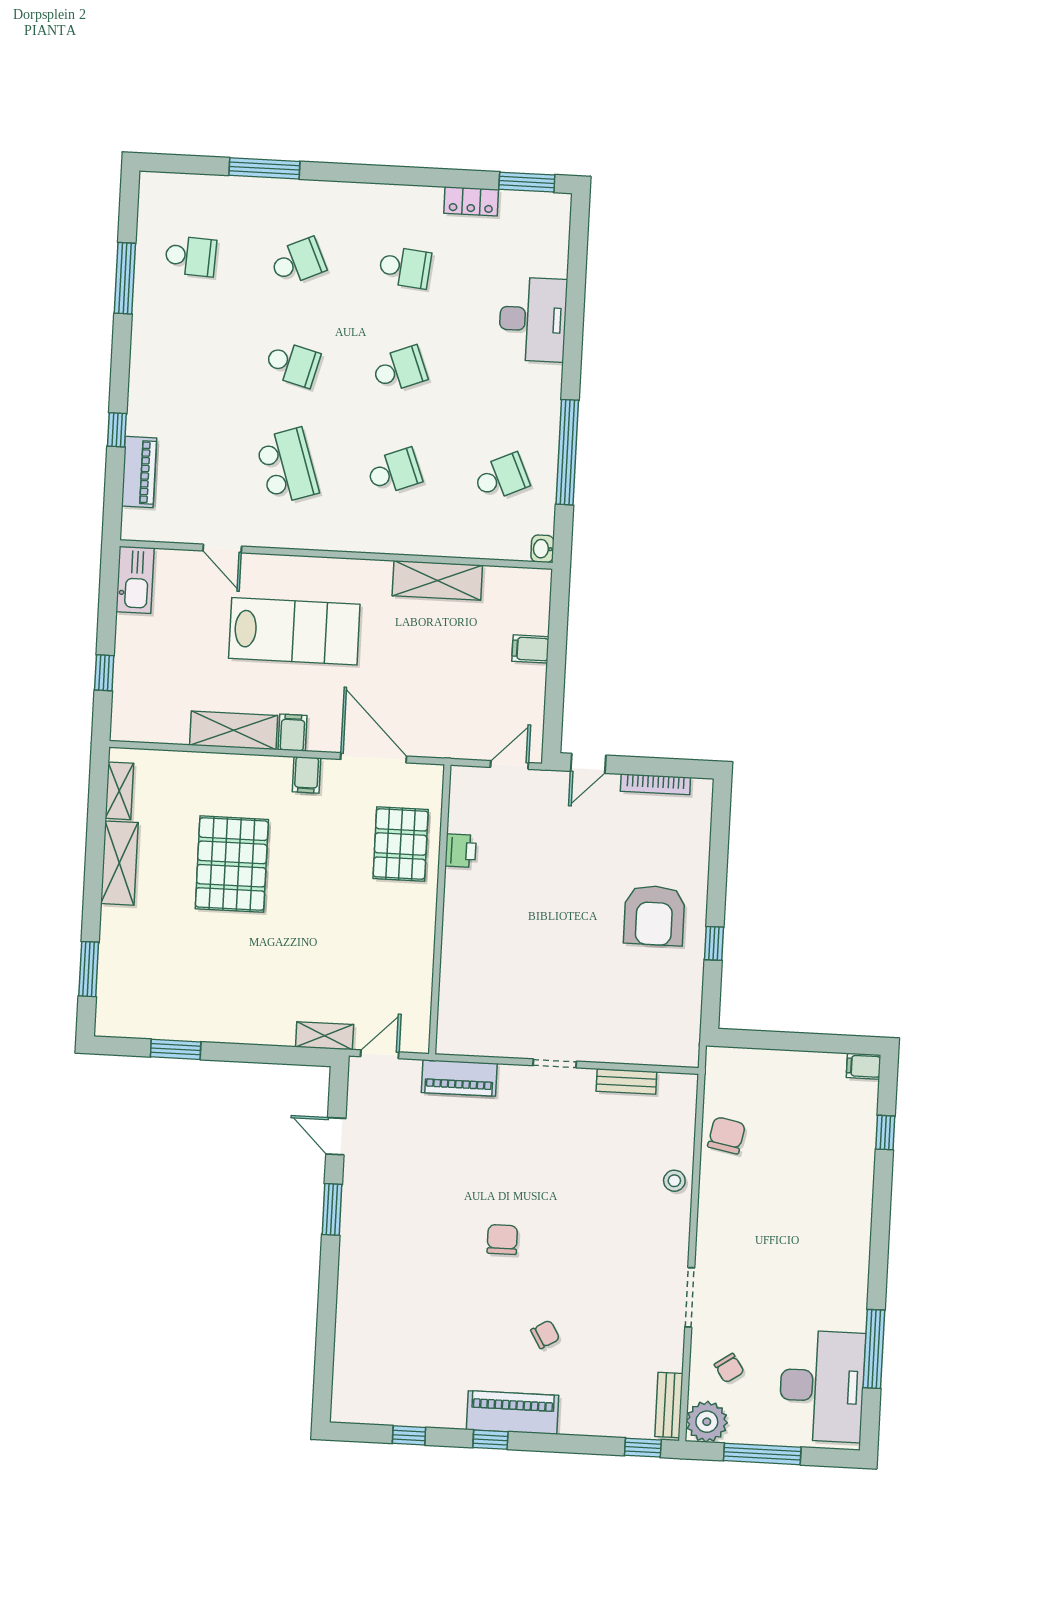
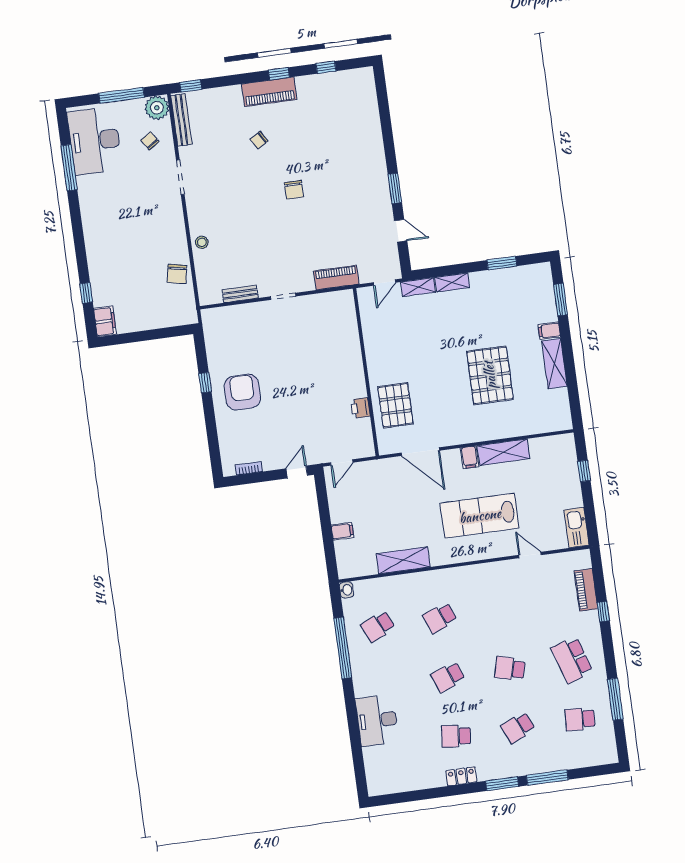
window: (527, 182) -> (502, 784), moved
locker: (471, 201) -> (461, 776), moved
school desk: (287, 466) -> (572, 660), moved
filing cabinet: (307, 775) -> (549, 331), moved, turned -90
bookcase: (655, 784) -> (249, 468), width x0.64
shelving: (119, 791) -> (452, 282), moved, turned 90
filing cabinet: (864, 1066) -> (105, 321), width x2.00
bench: (669, 1405) -> (181, 120), width x1.36

